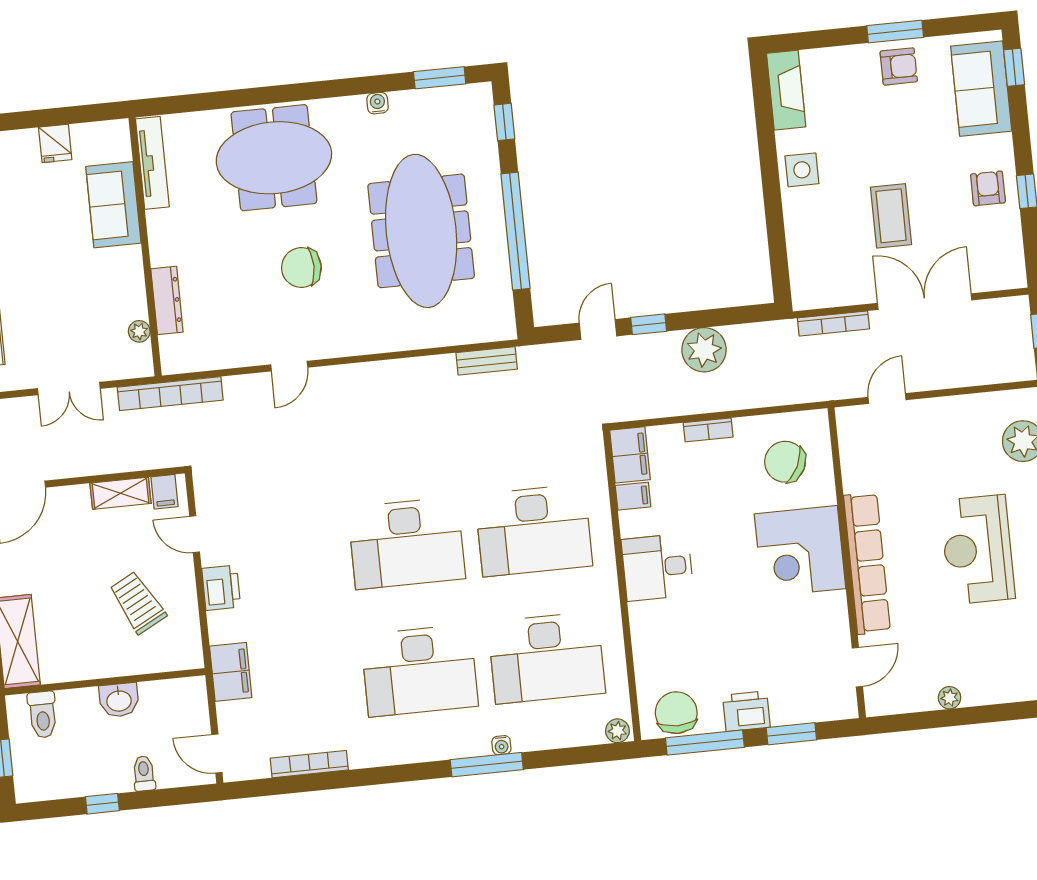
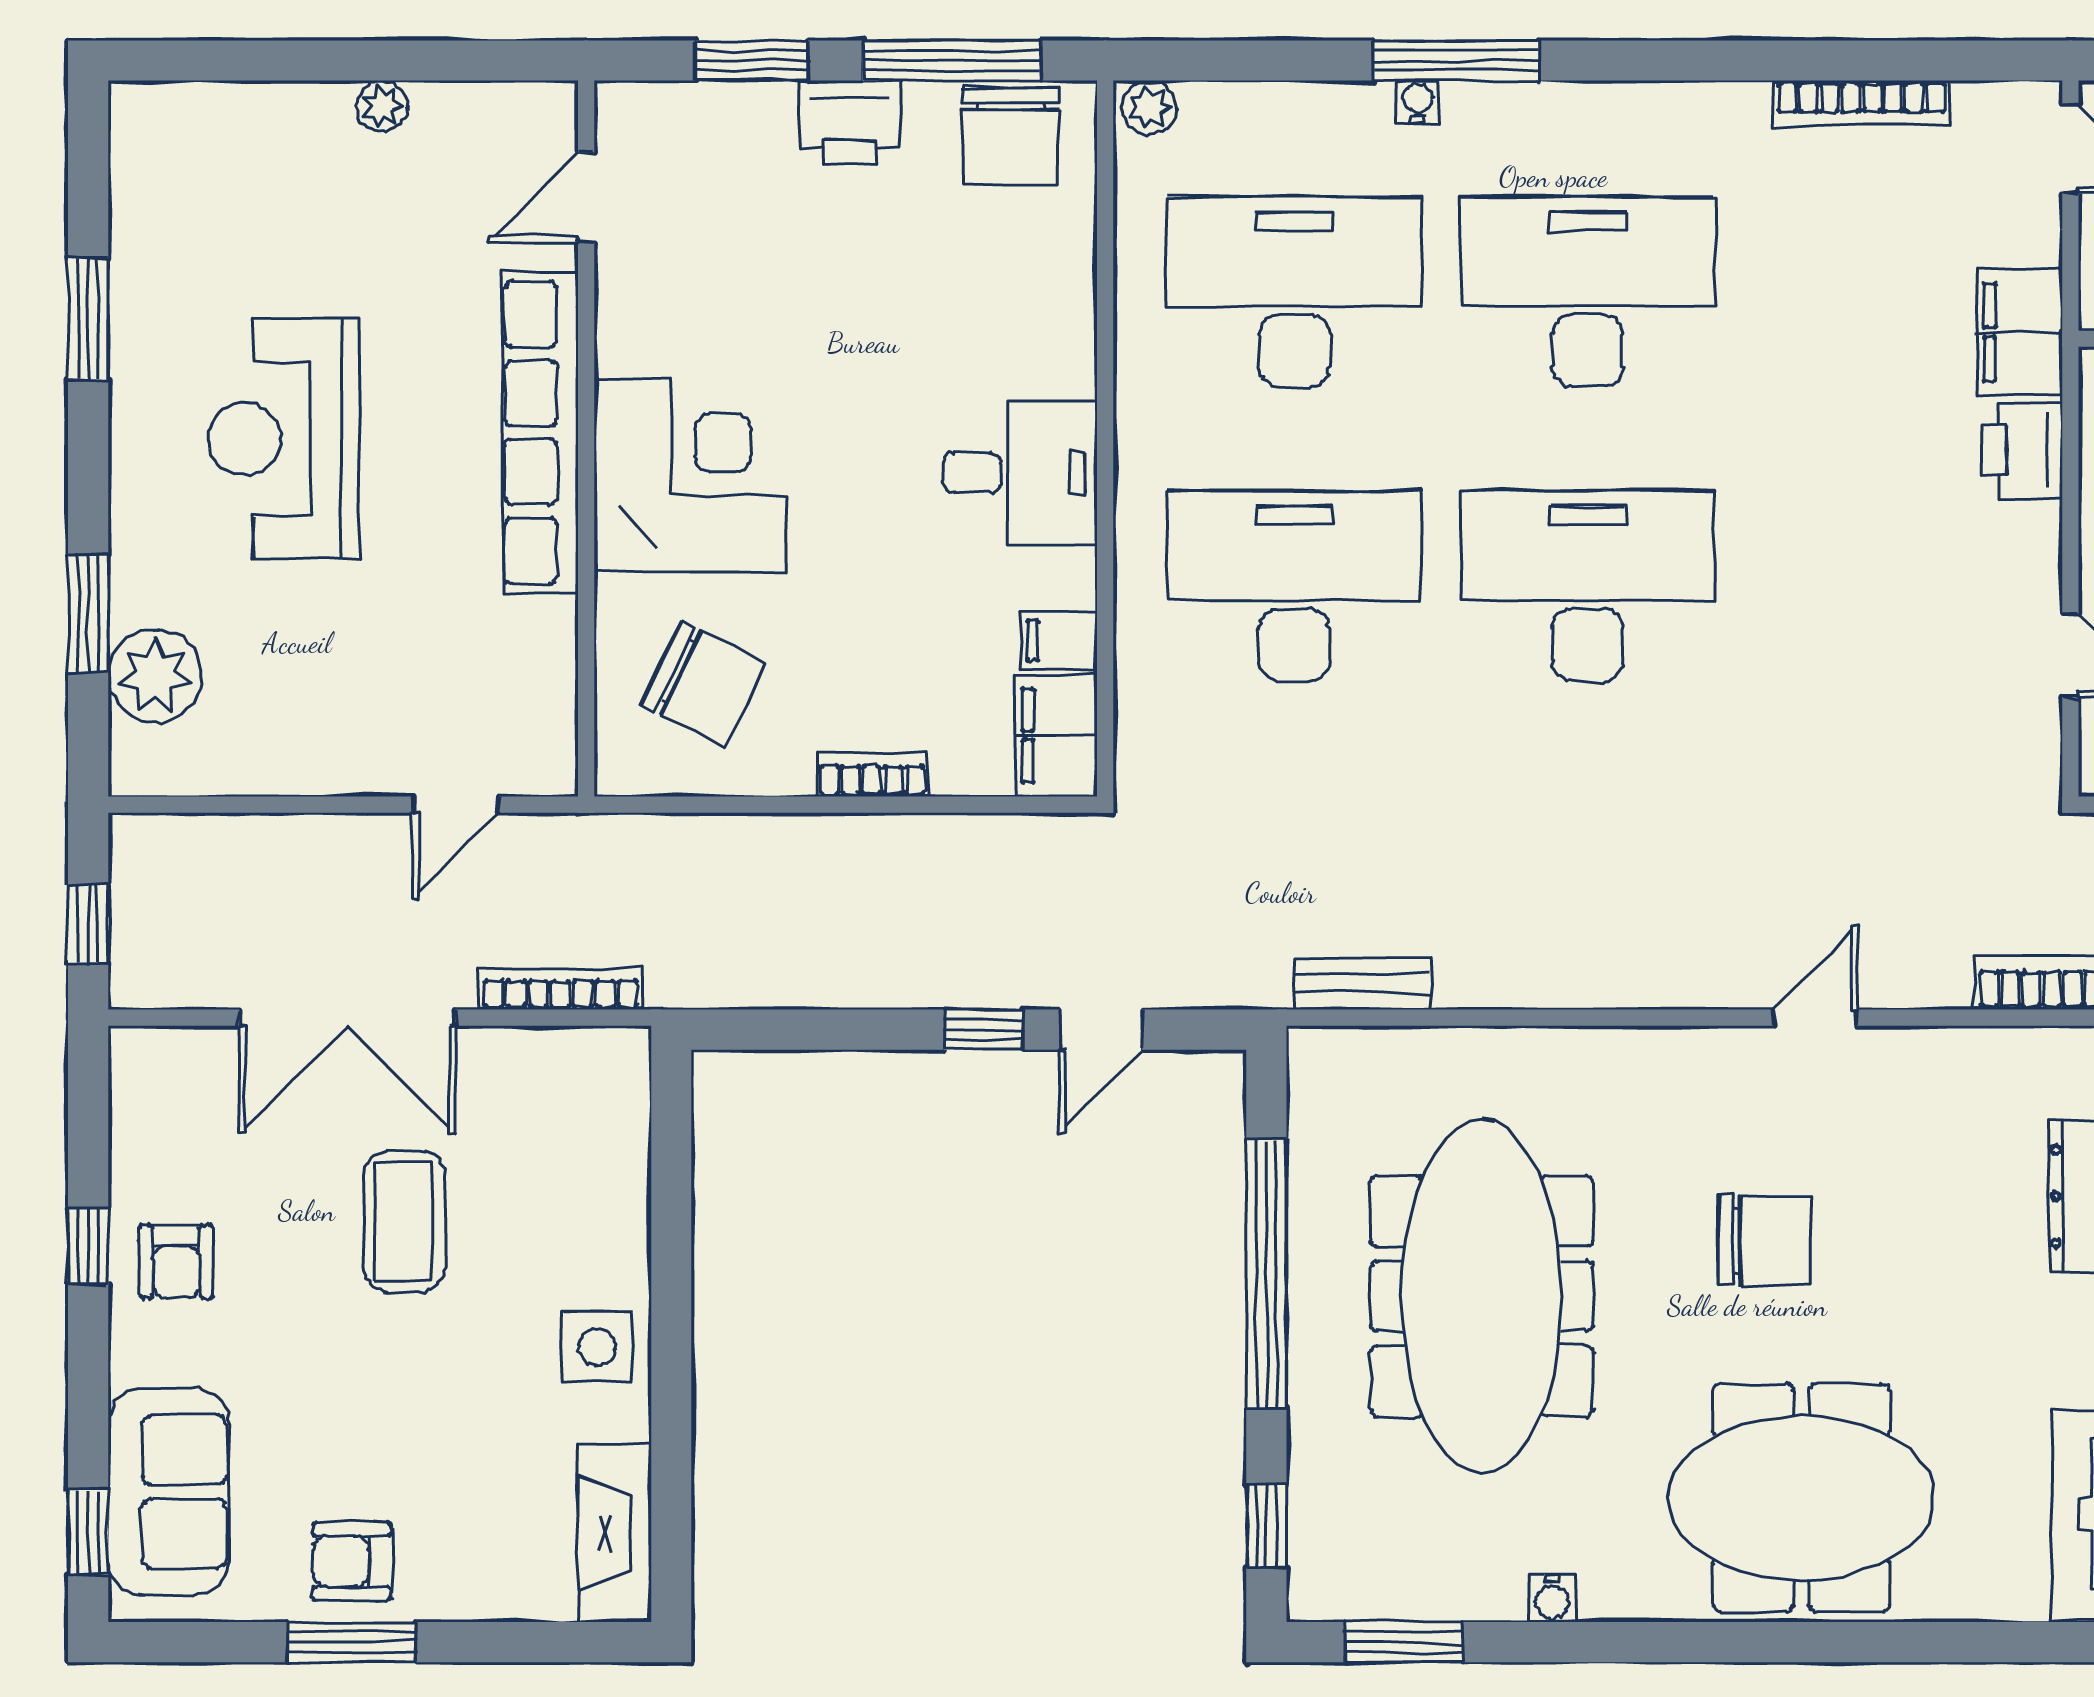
plant: (704, 350) -> (863, 959), removed
reception desk: (978, 550) -> (284, 439), turned 180
printer: (221, 588) -> (2022, 450), moved

